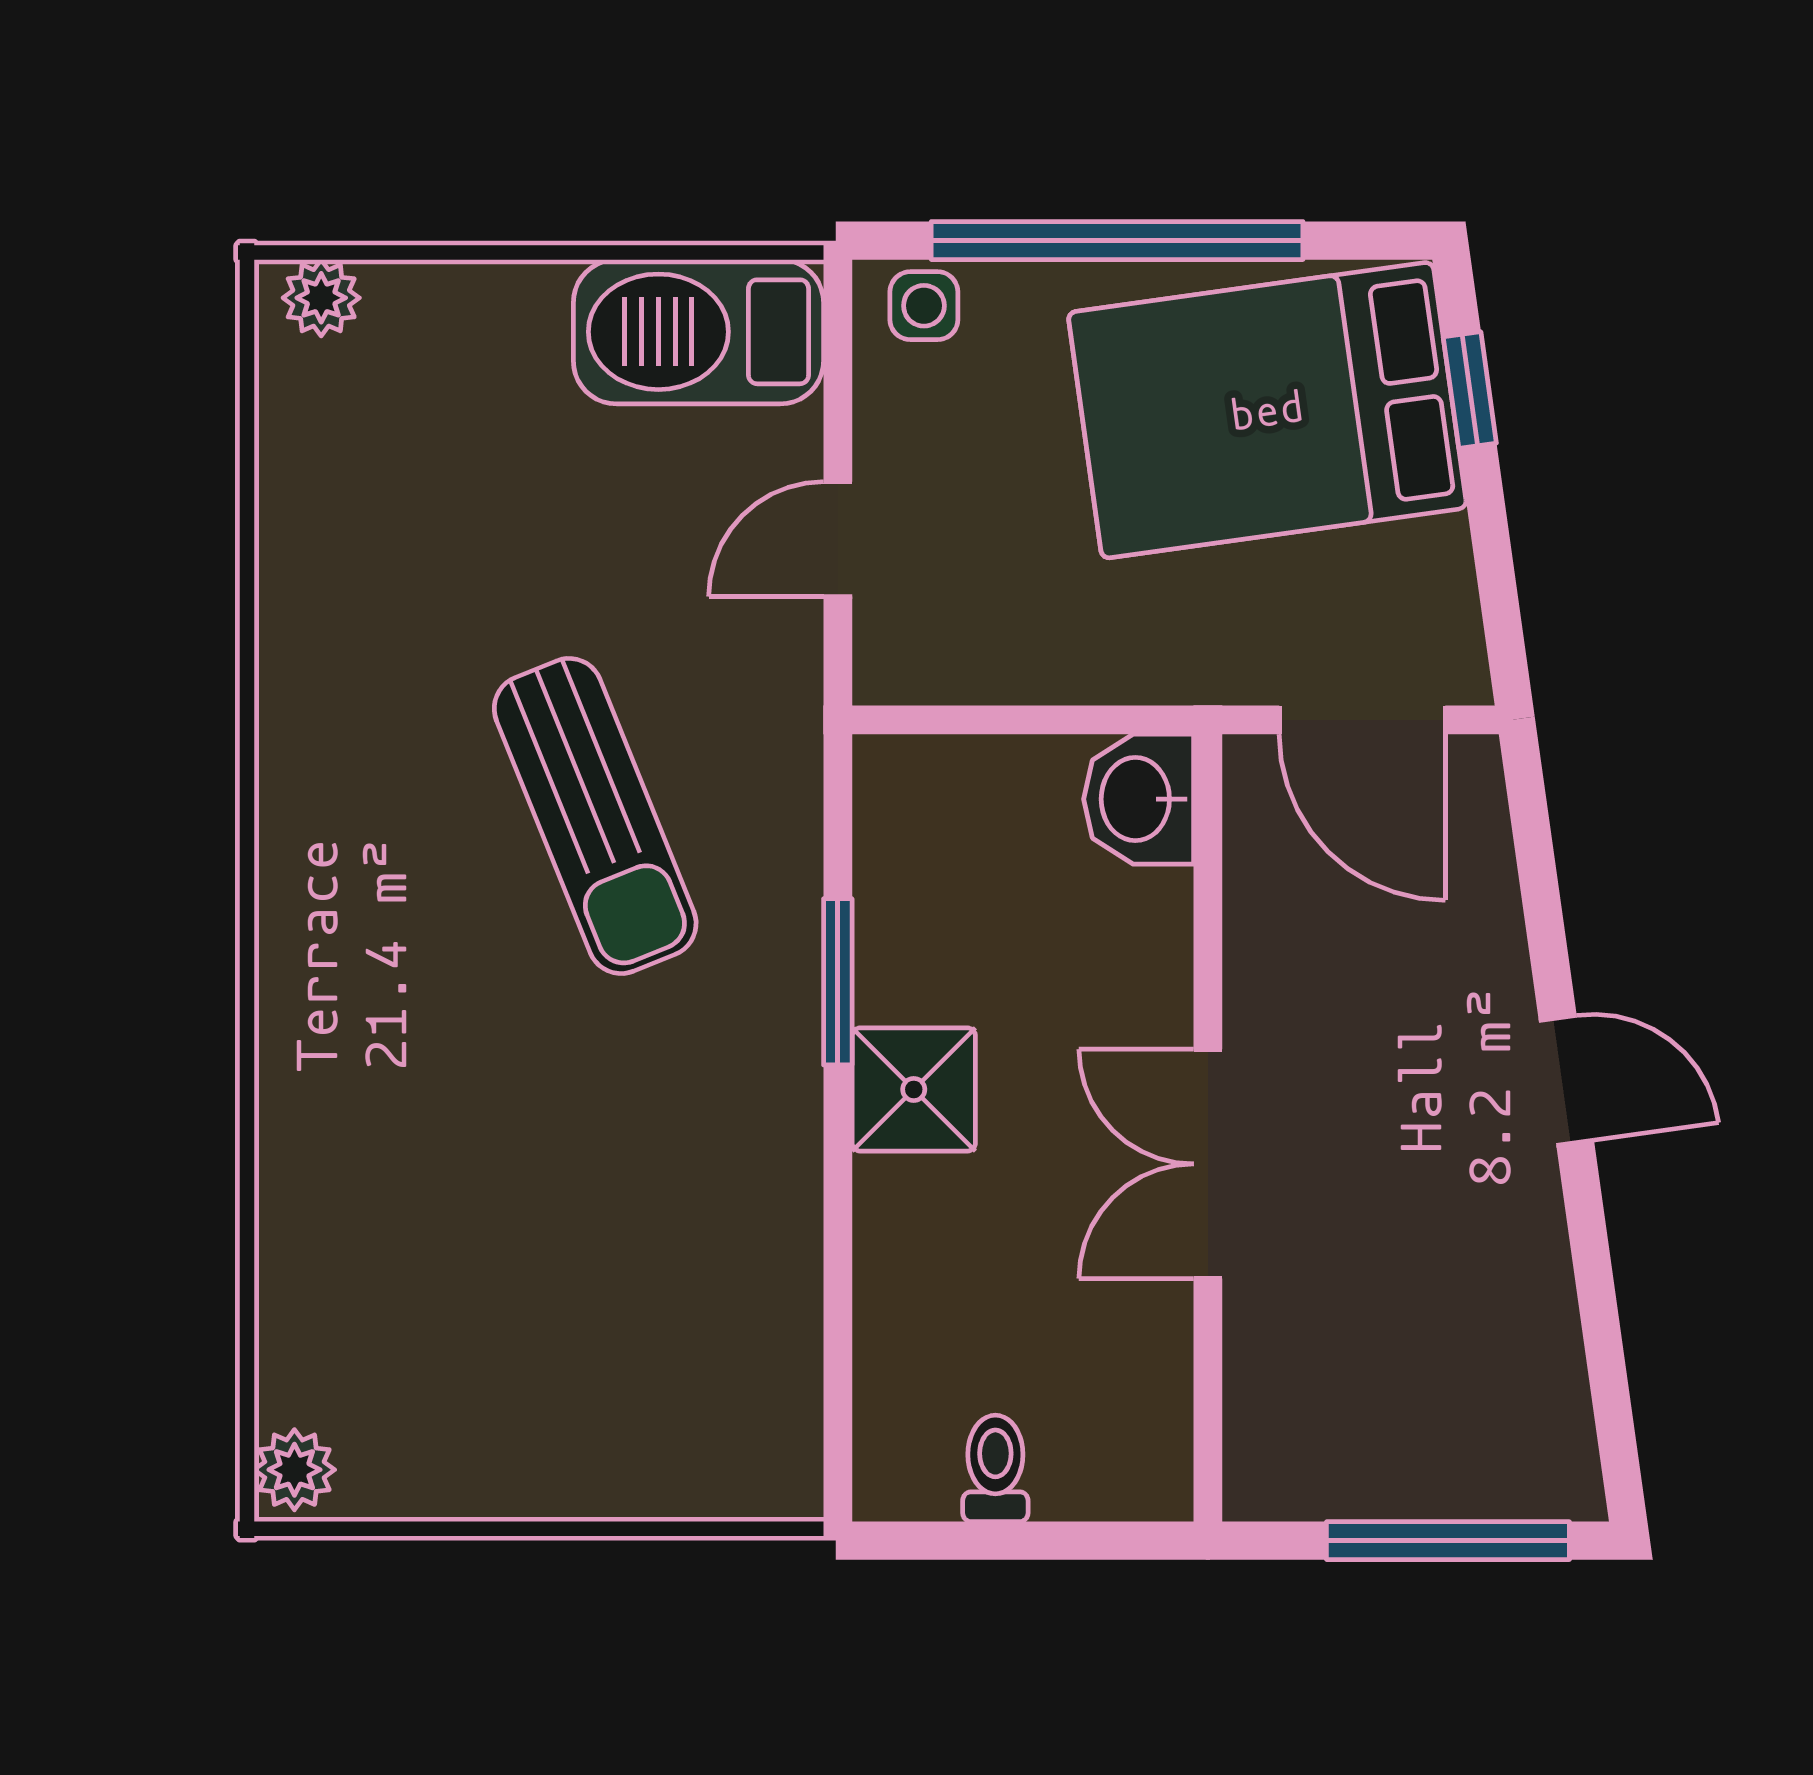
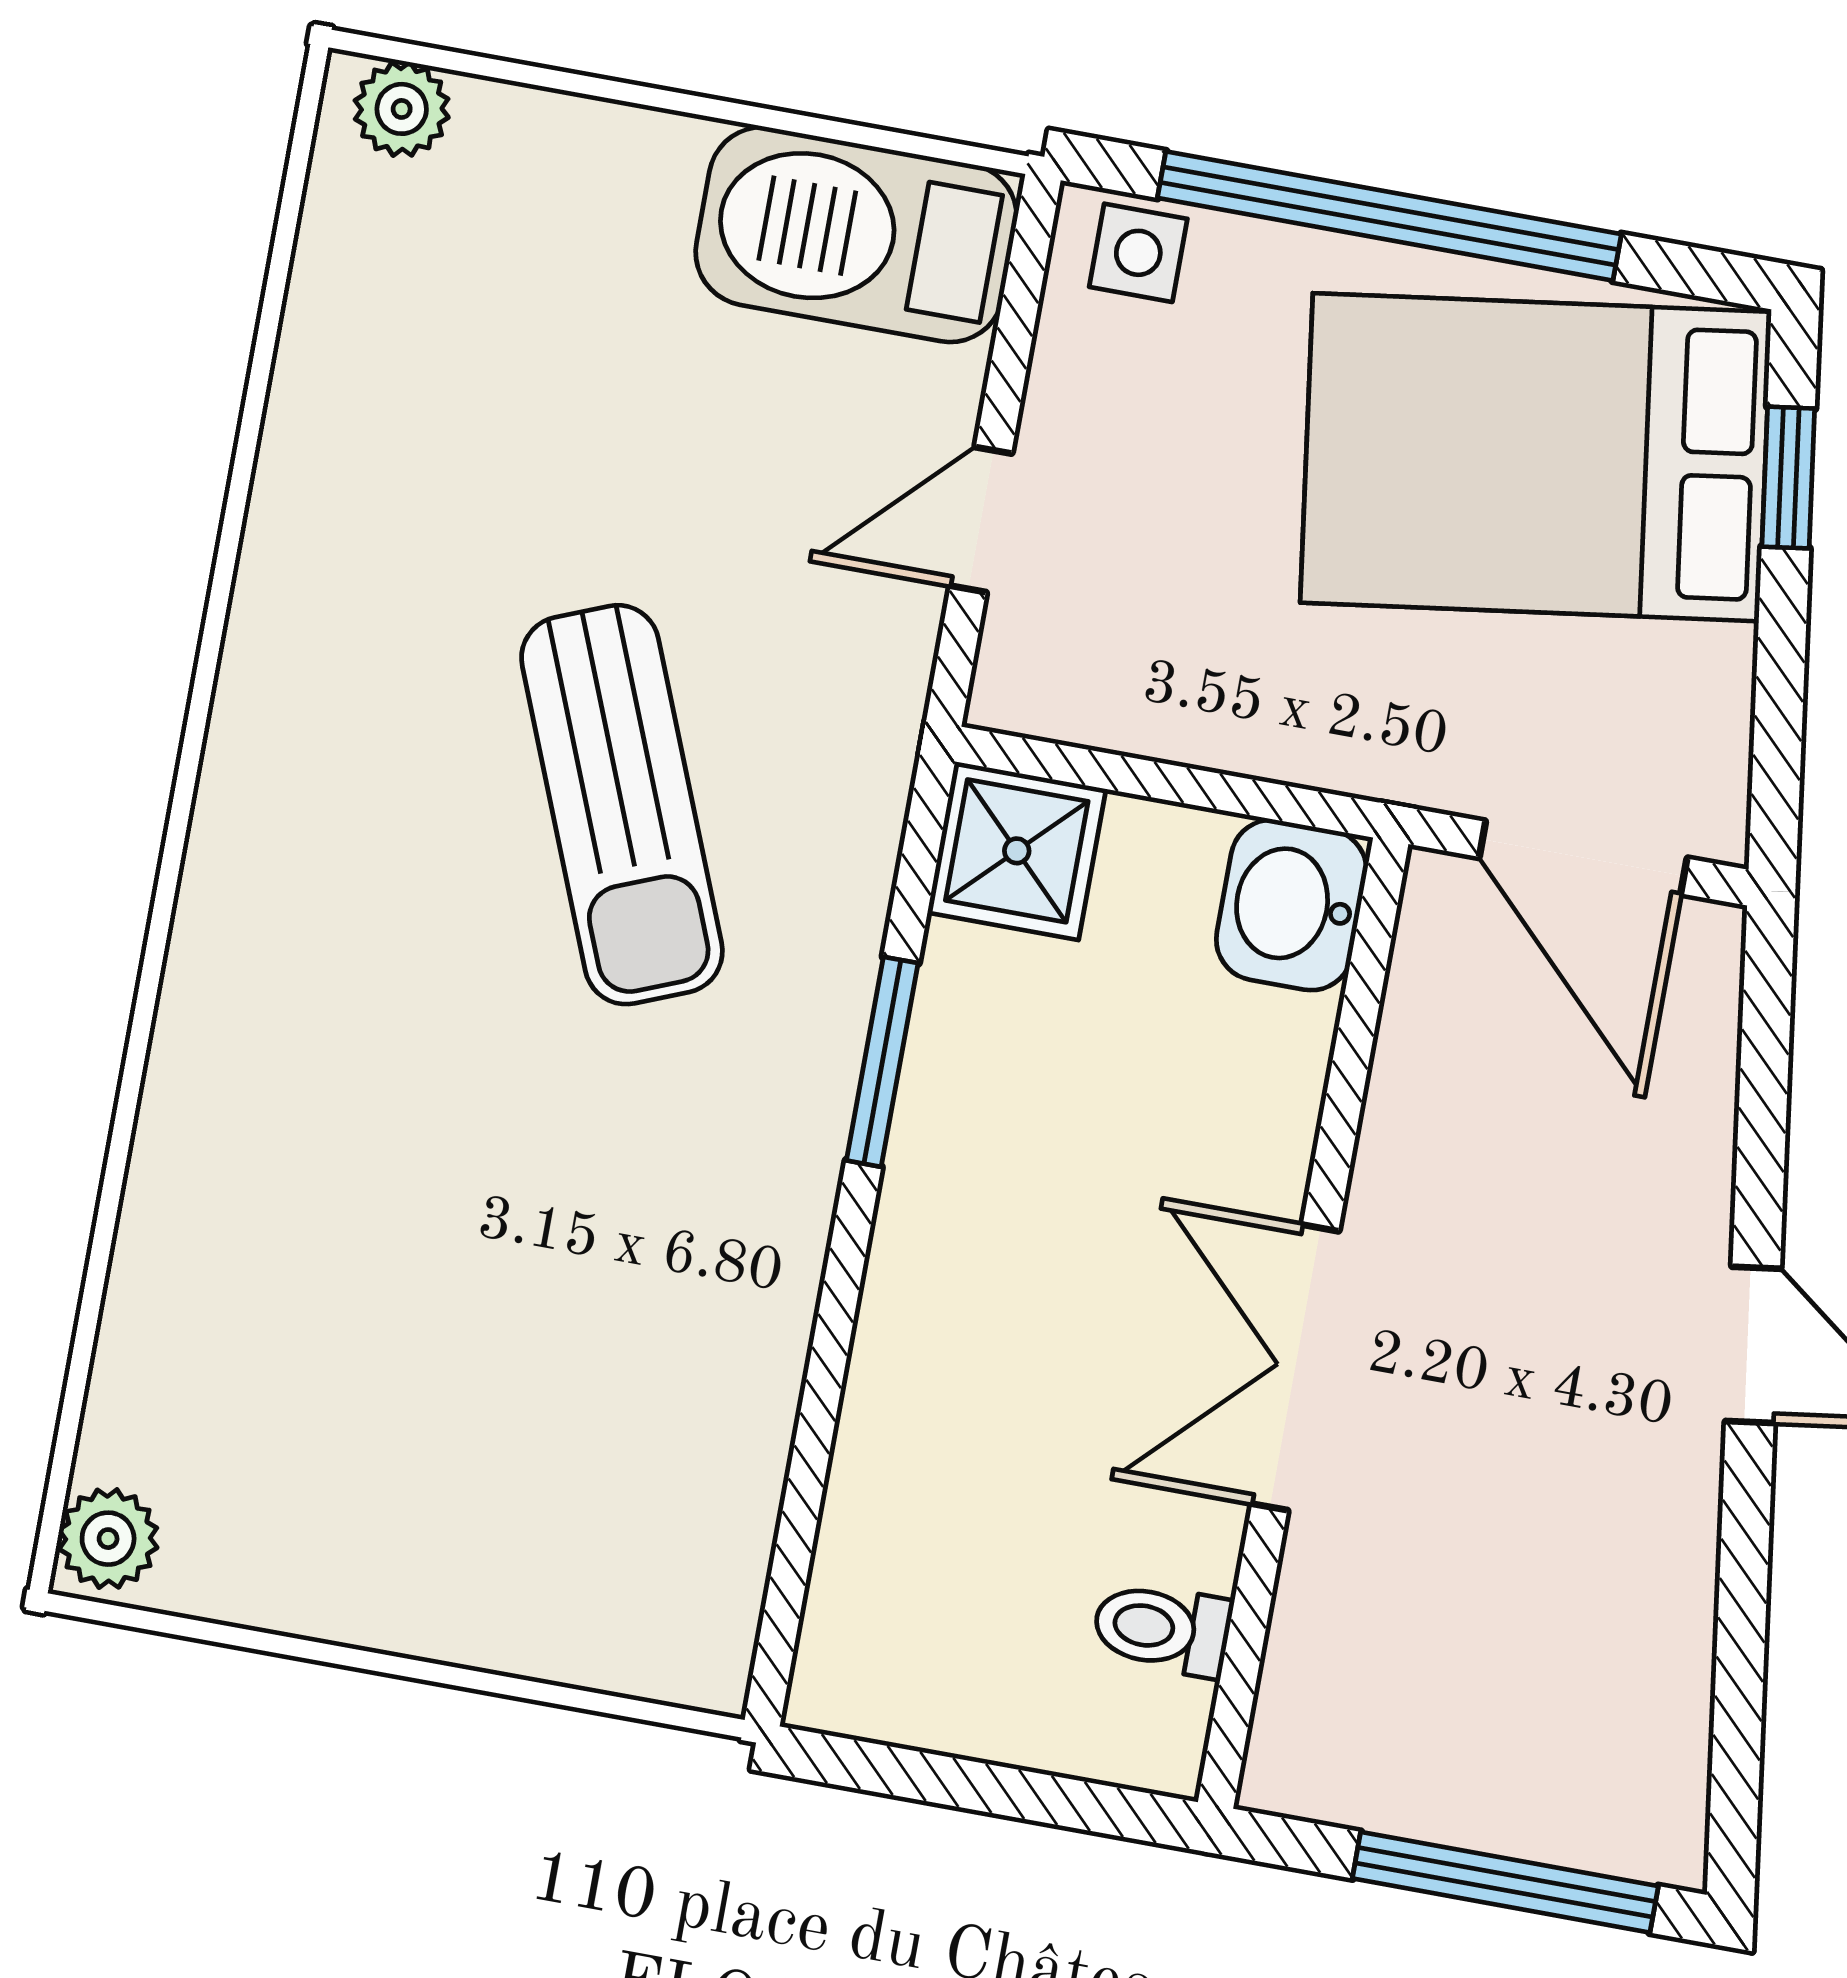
shower: (914, 1089) -> (1017, 851), moved
toilet: (995, 1468) -> (1162, 1629), moved, turned -90

